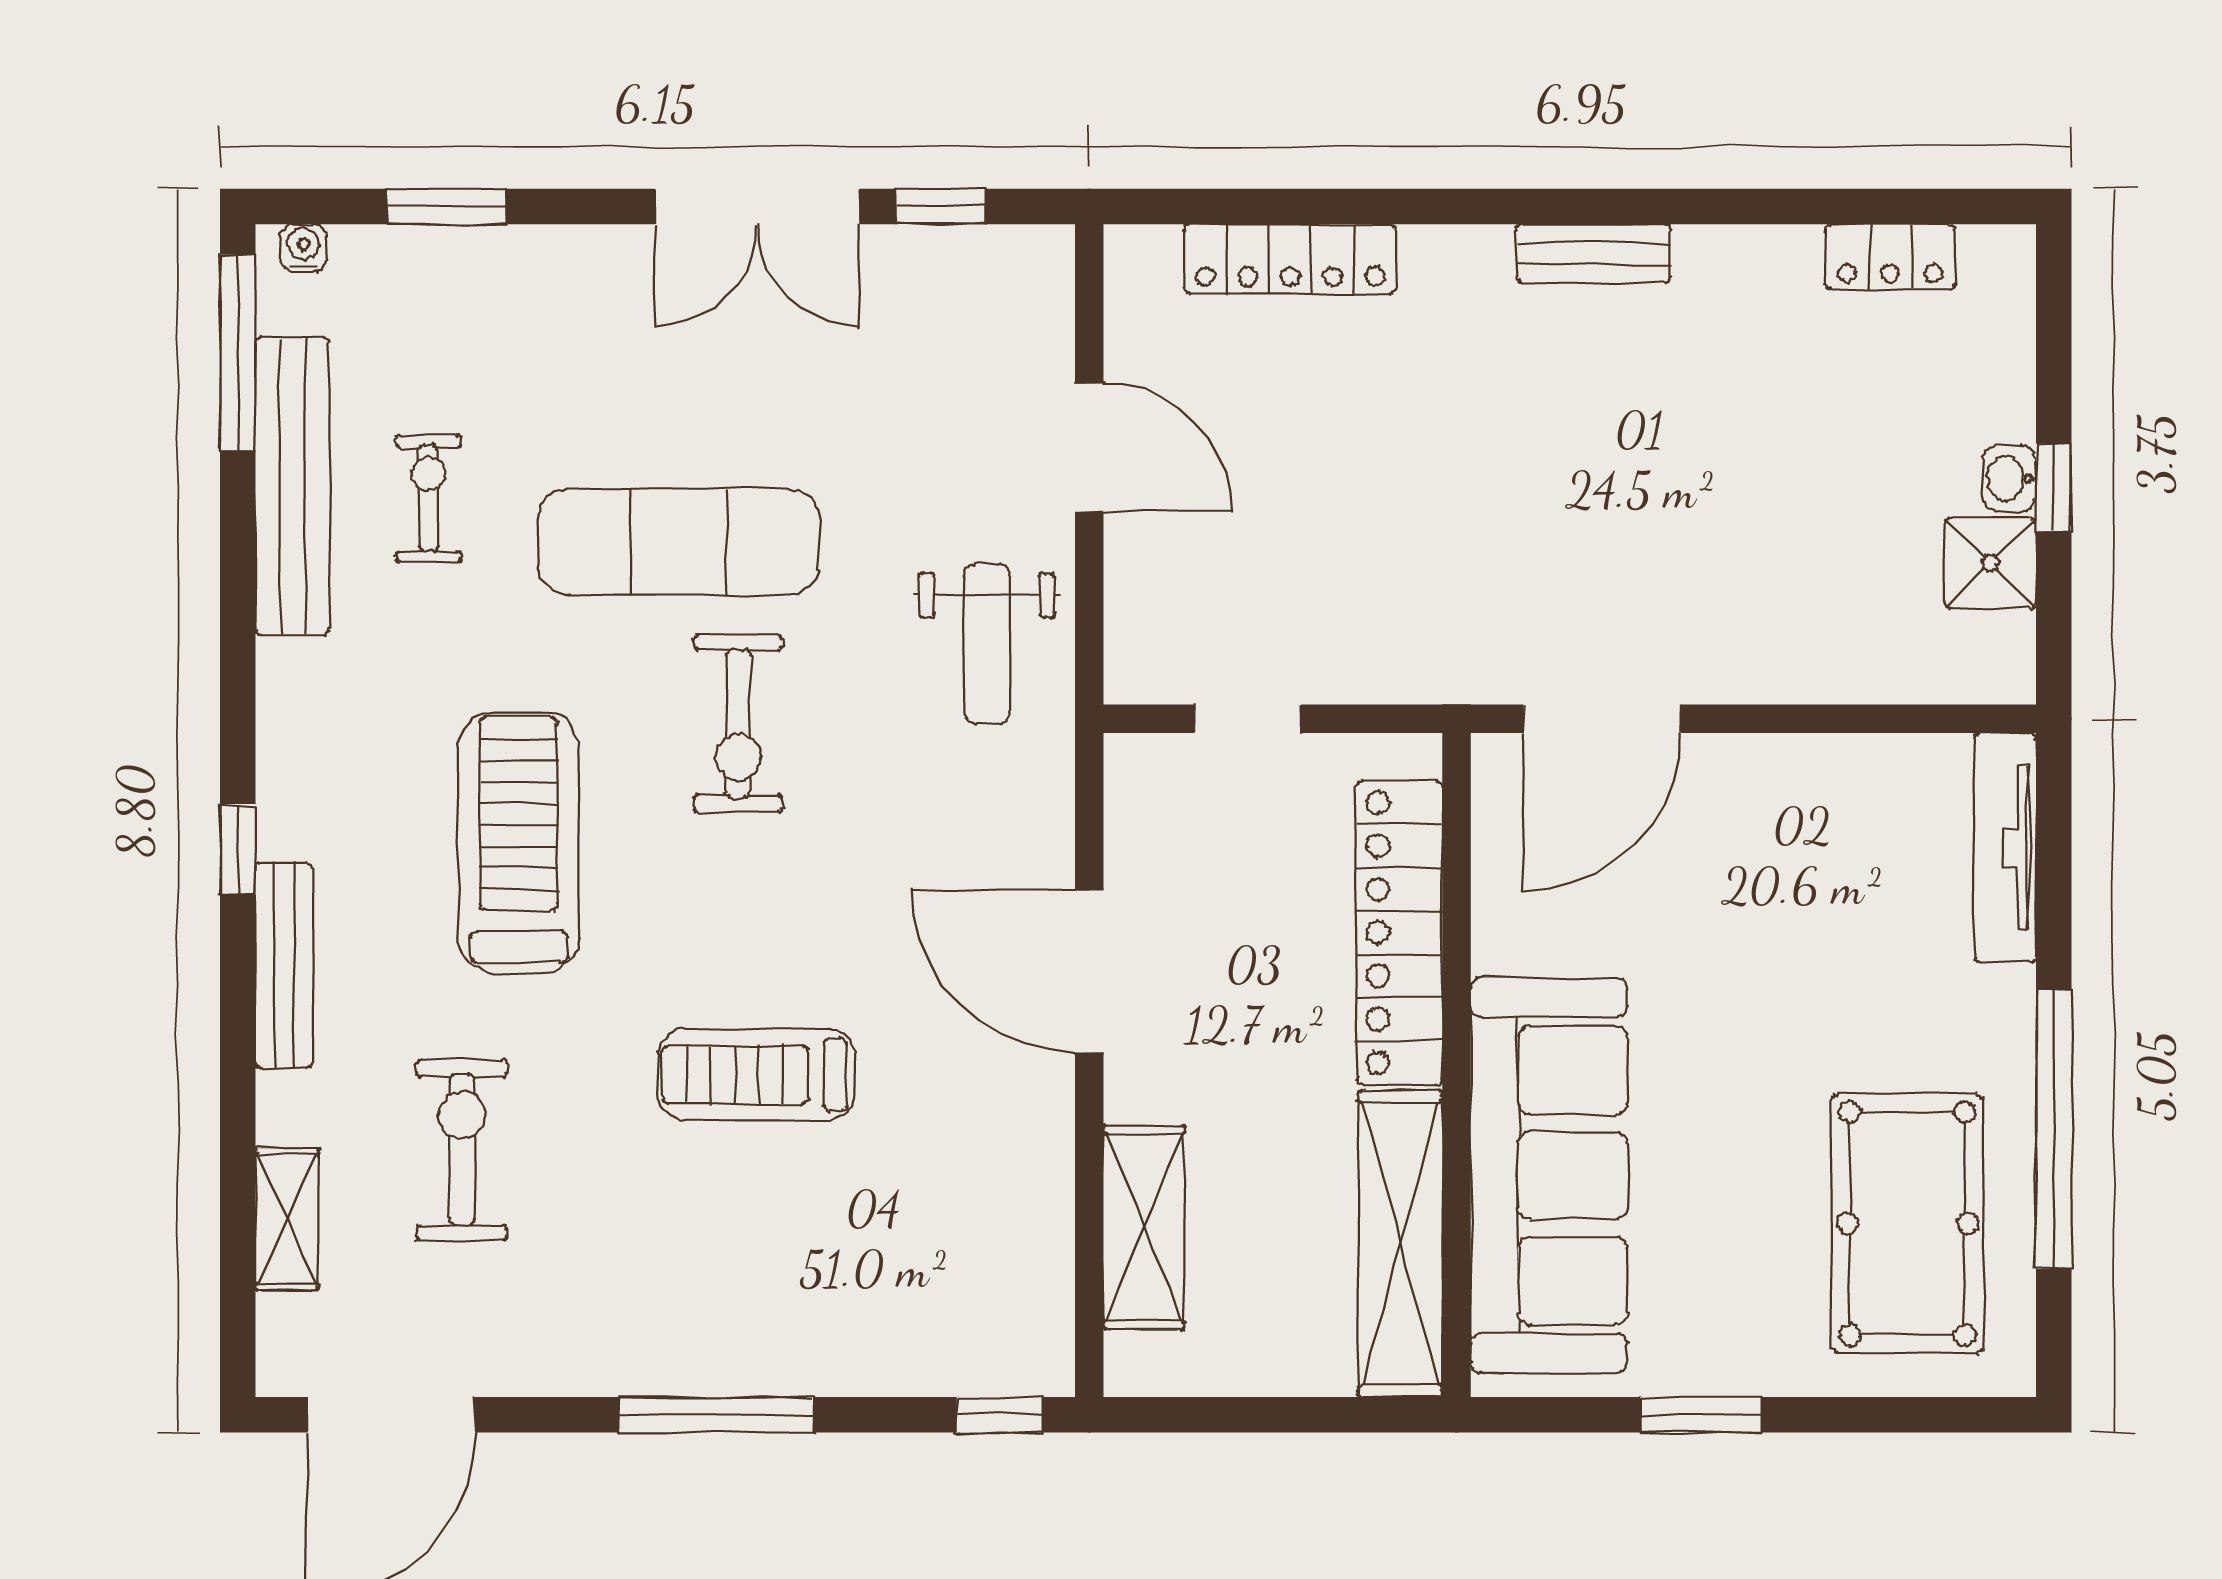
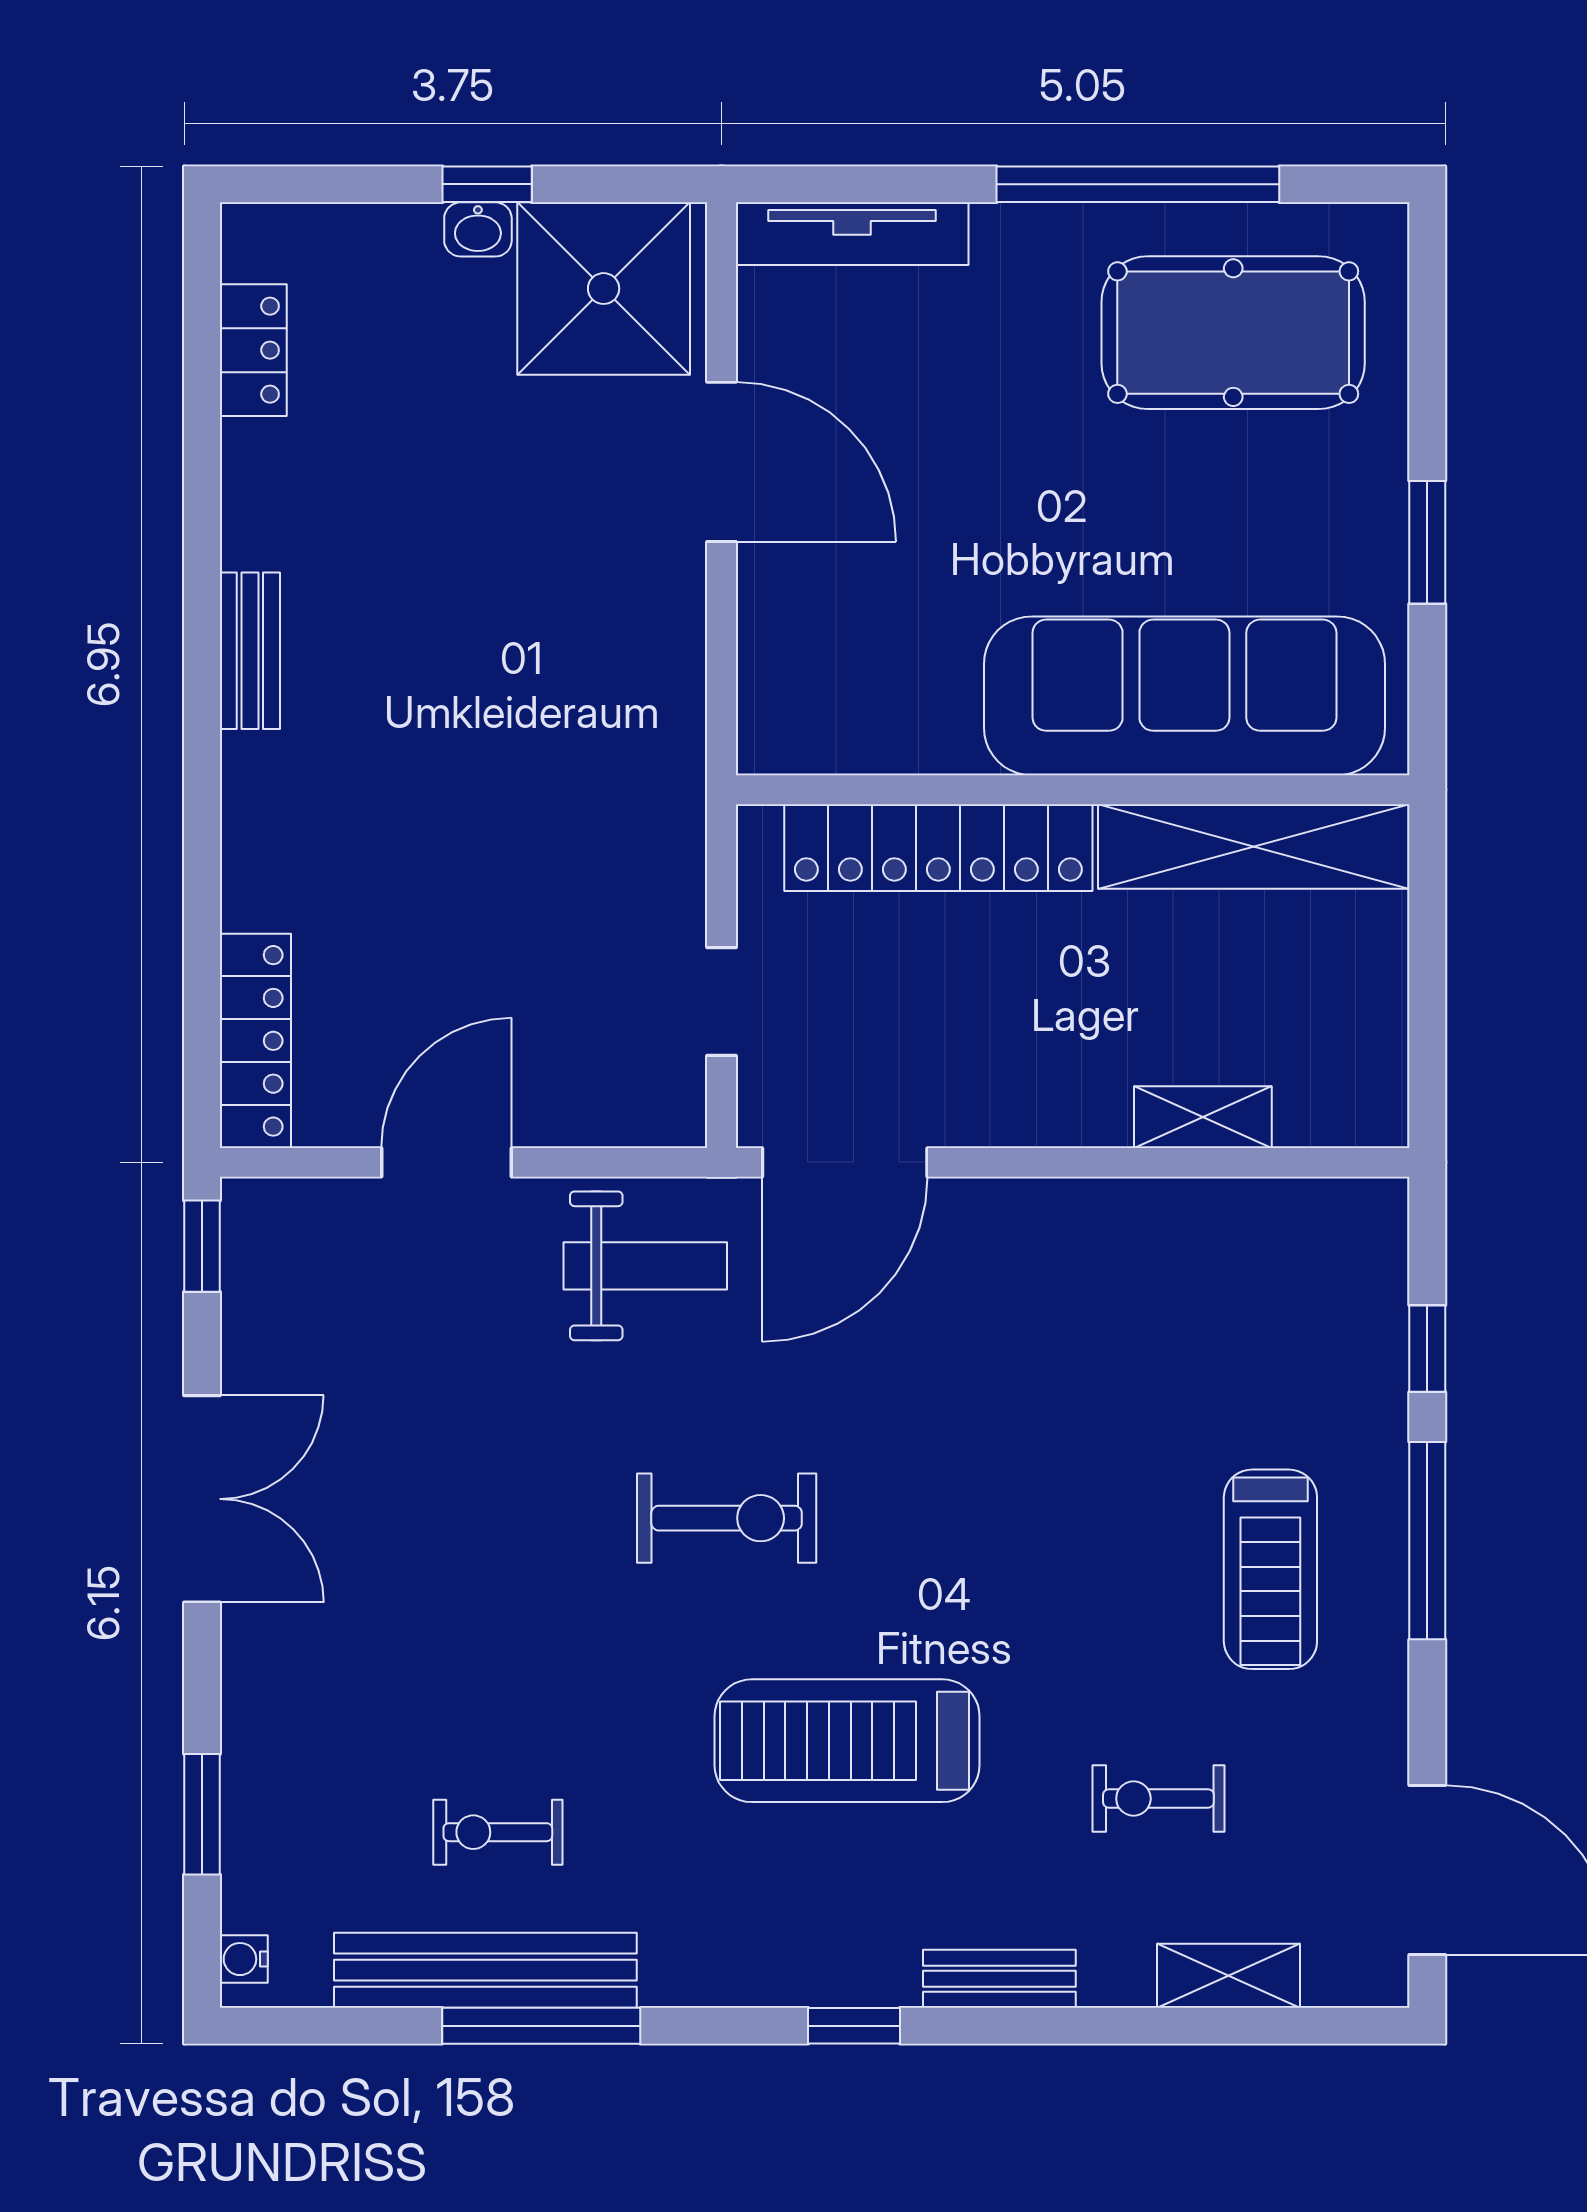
window: (941, 206) -> (202, 1246), moved
locker: (1290, 259) -> (255, 1041), moved
window: (238, 353) -> (541, 2026), moved
exercise mat: (679, 541) -> (542, 1579), removed
shower: (1990, 563) -> (604, 289), width x1.86, depth x1.86
door: (1602, 719) -> (722, 462), moved
bench: (284, 965) -> (999, 1979), width x0.73
door: (1089, 971) -> (845, 1162), moved
treadmill: (757, 1075) -> (1270, 1569), moved
exercise bike: (462, 1150) -> (1158, 1798), width x0.73, depth x0.72
shelving: (1144, 1227) -> (1203, 1117), width x0.67, depth x0.75
window: (1000, 1415) -> (1427, 1349), moved

